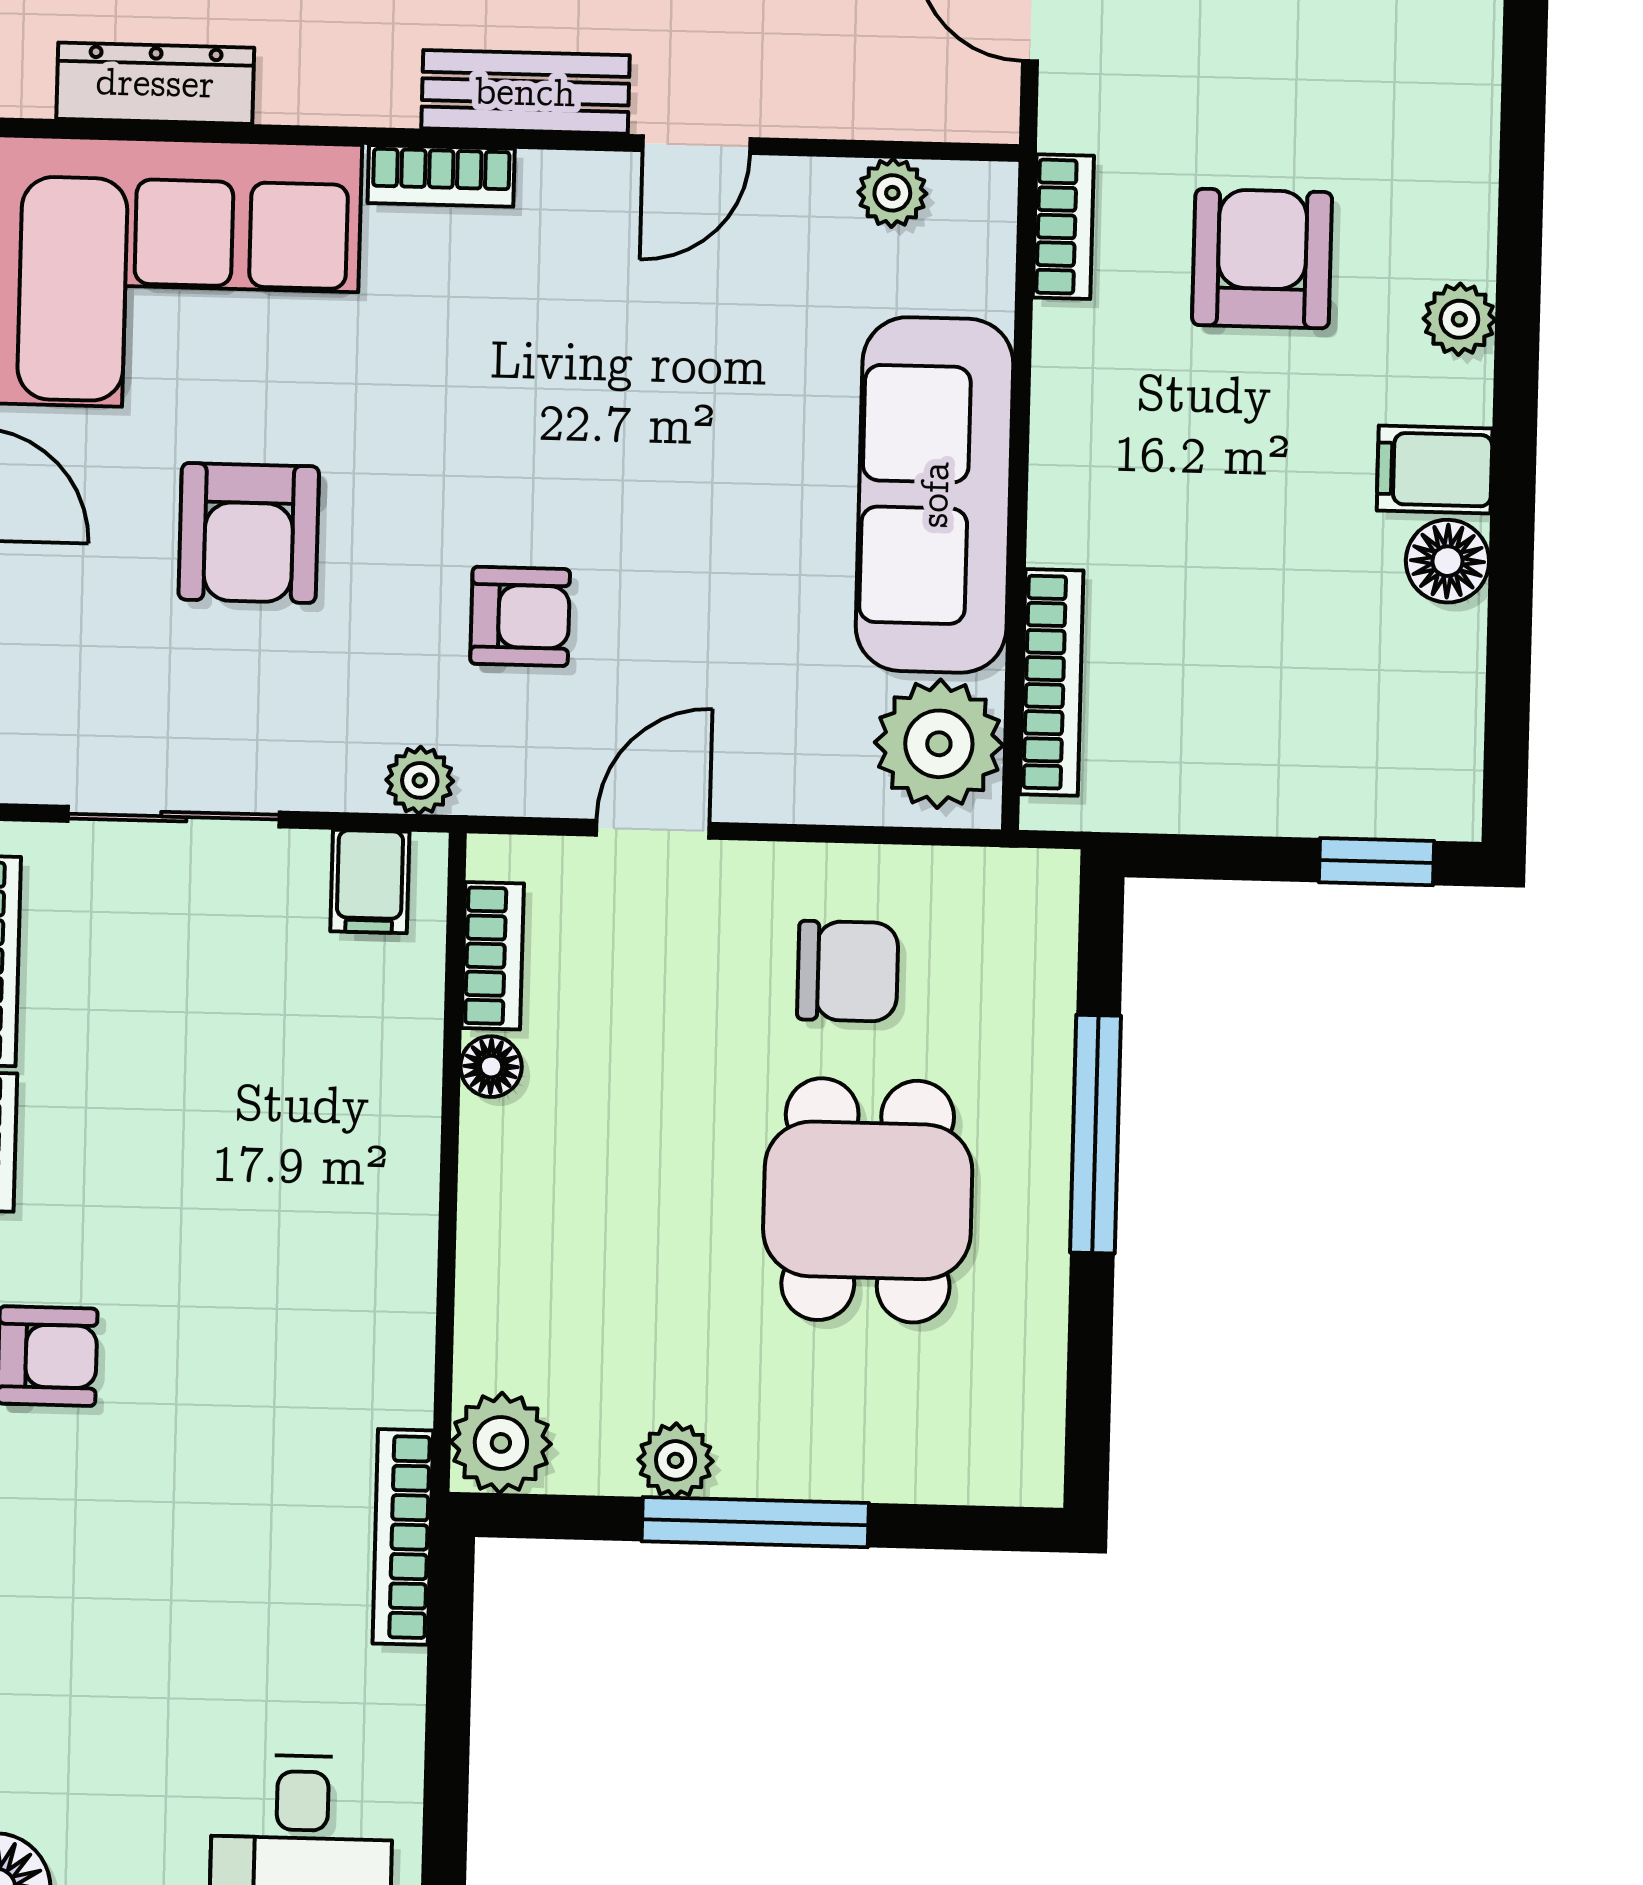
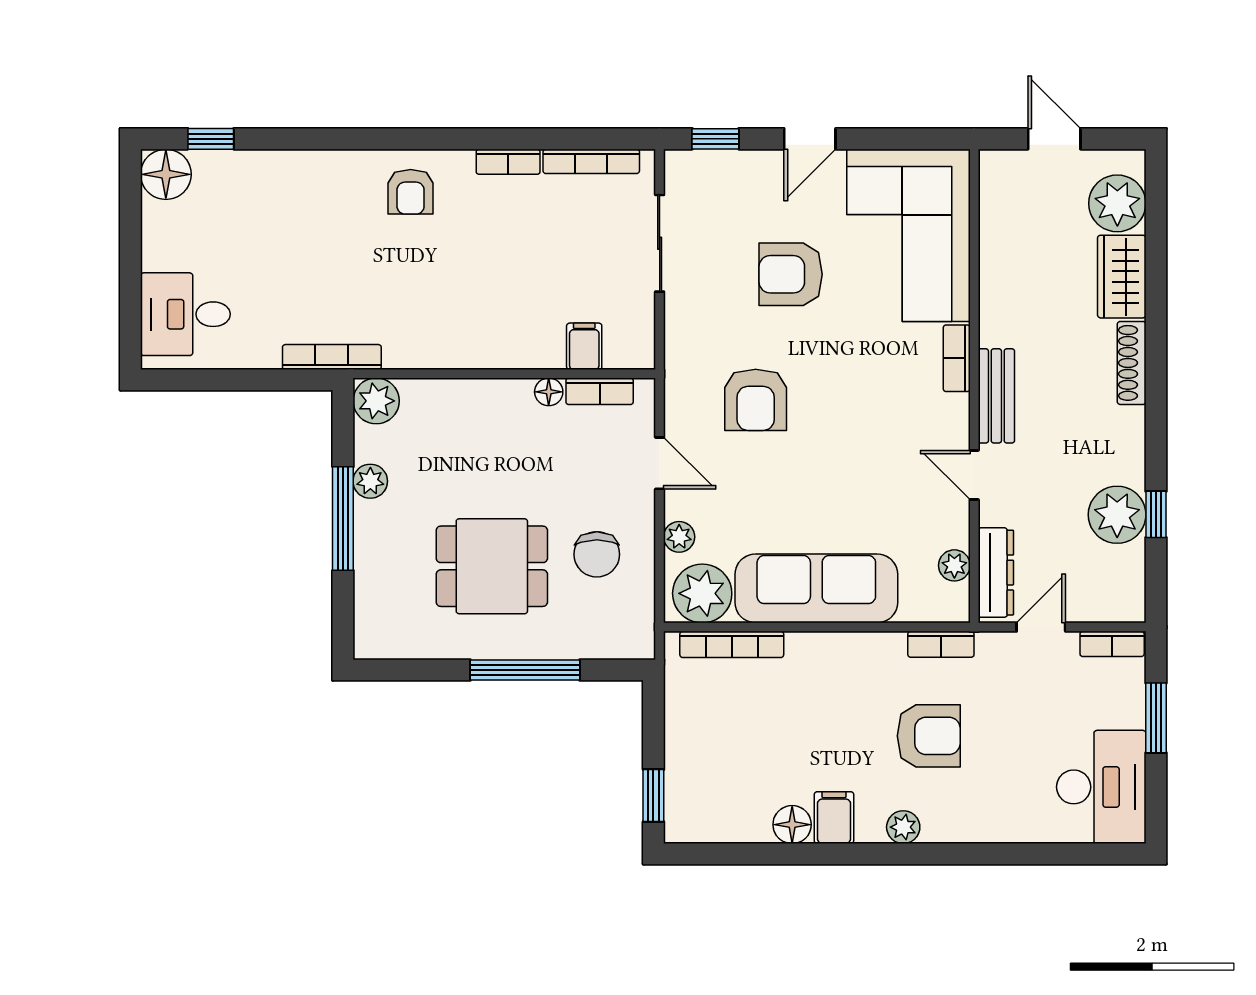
dresser: (155, 83) -> (996, 573), moved
armchair: (520, 616) -> (756, 400), width x1.38, depth x1.38
plant: (420, 780) -> (679, 537), moved
filing cabinet: (370, 882) -> (584, 346), moved, turned 90

